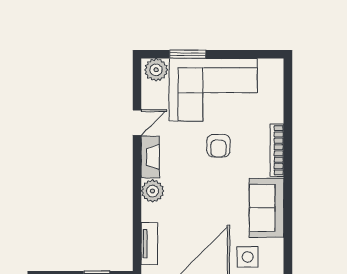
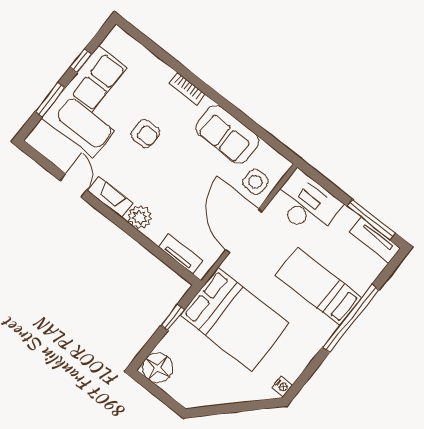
window: (235, 54) -> (81, 61), added
plant: (156, 70) -> (43, 136), removed
bookcase: (277, 150) -> (187, 89), width x0.64

